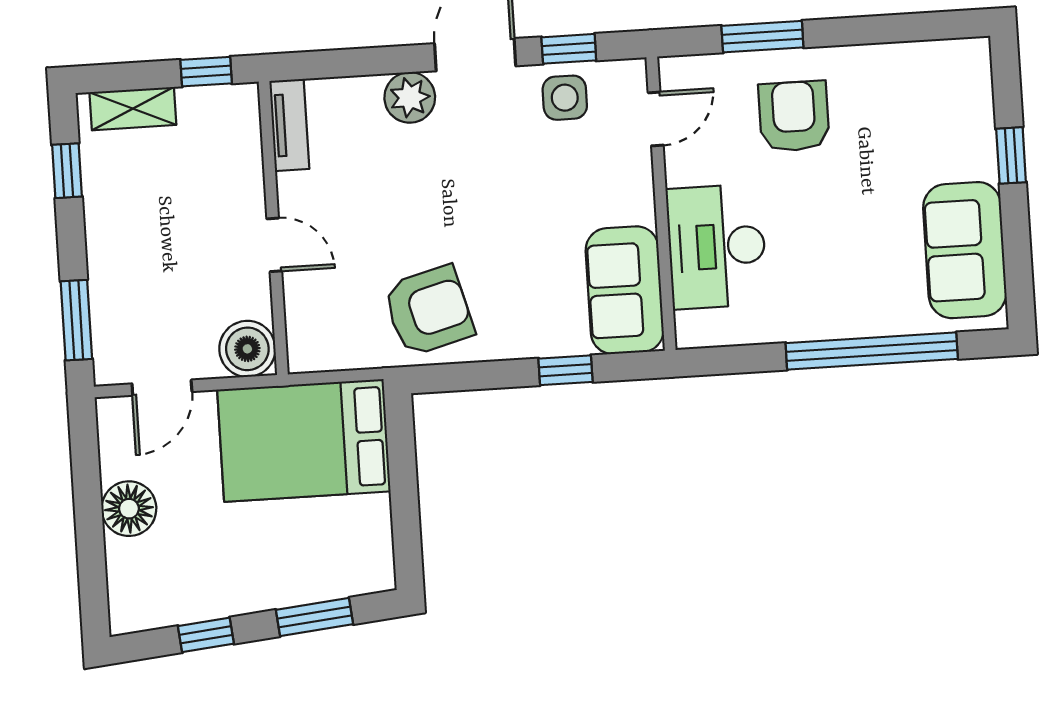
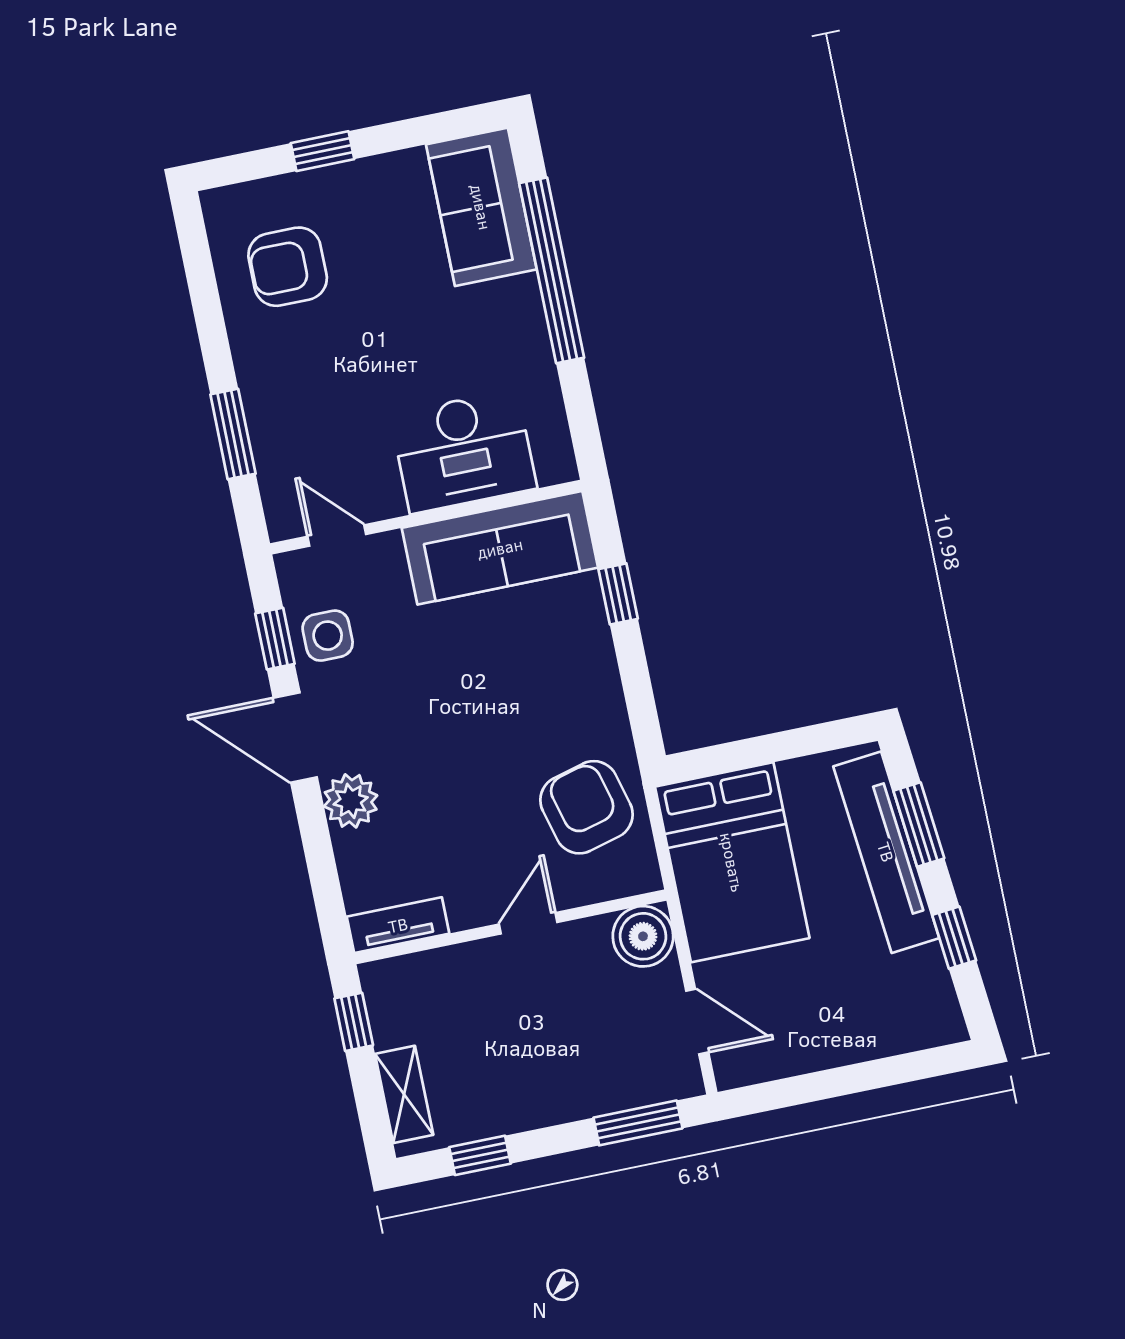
armchair: (794, 116) -> (288, 267), moved
sofa: (965, 250) -> (481, 207), moved, turned 90
sofa: (625, 290) -> (500, 548), width x1.36
armchair: (429, 311) -> (587, 807), moved
floor lamp: (129, 509) -> (831, 1039), removed
tv unit: (293, 583) -> (886, 852), added

